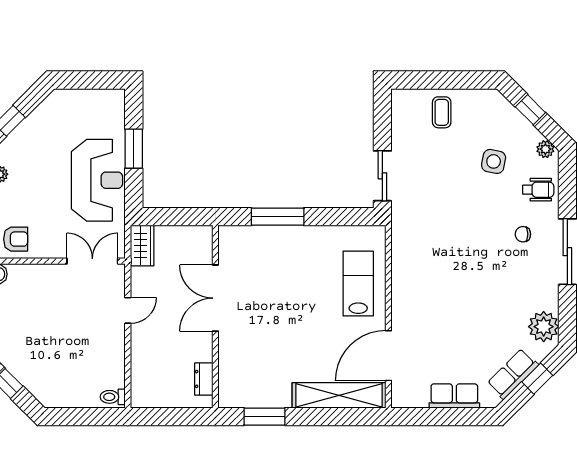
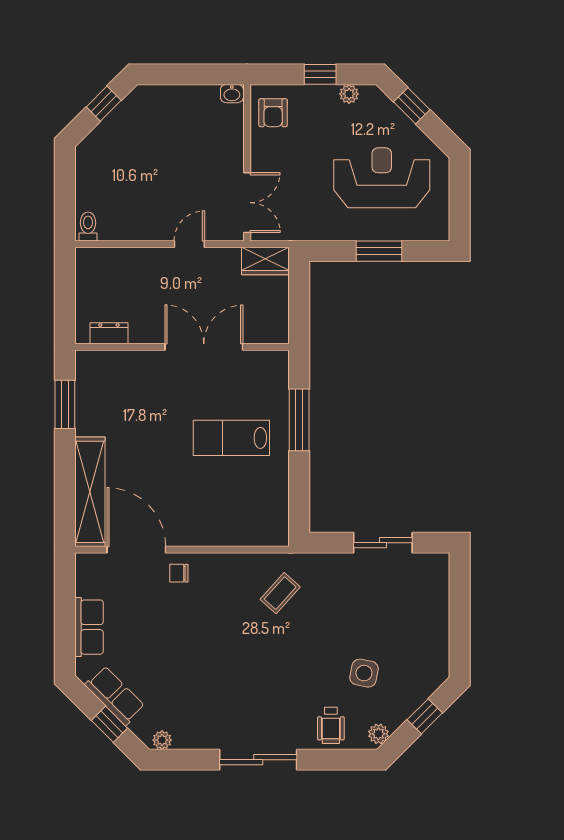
coffee table: (442, 112) -> (280, 593), moved, turned -48
sliding door: (382, 176) -> (383, 543), moved
reception desk: (97, 180) -> (382, 178), moved, turned 180
chair: (523, 234) -> (179, 573), moved, turned -90
lab bench: (358, 284) -> (231, 438), moved, turned 180
door: (128, 310) -> (189, 244), swing flipped
plant: (544, 327) -> (162, 740), width x0.53, depth x0.53

